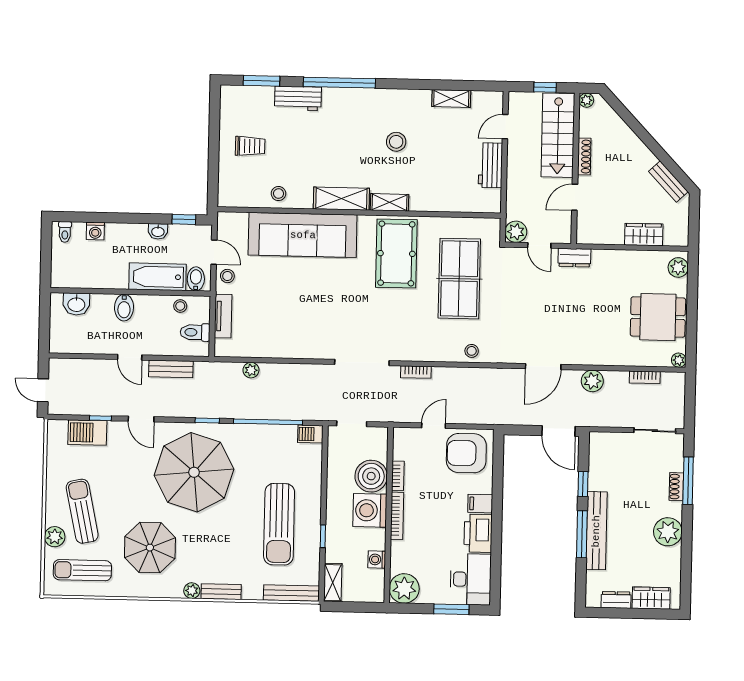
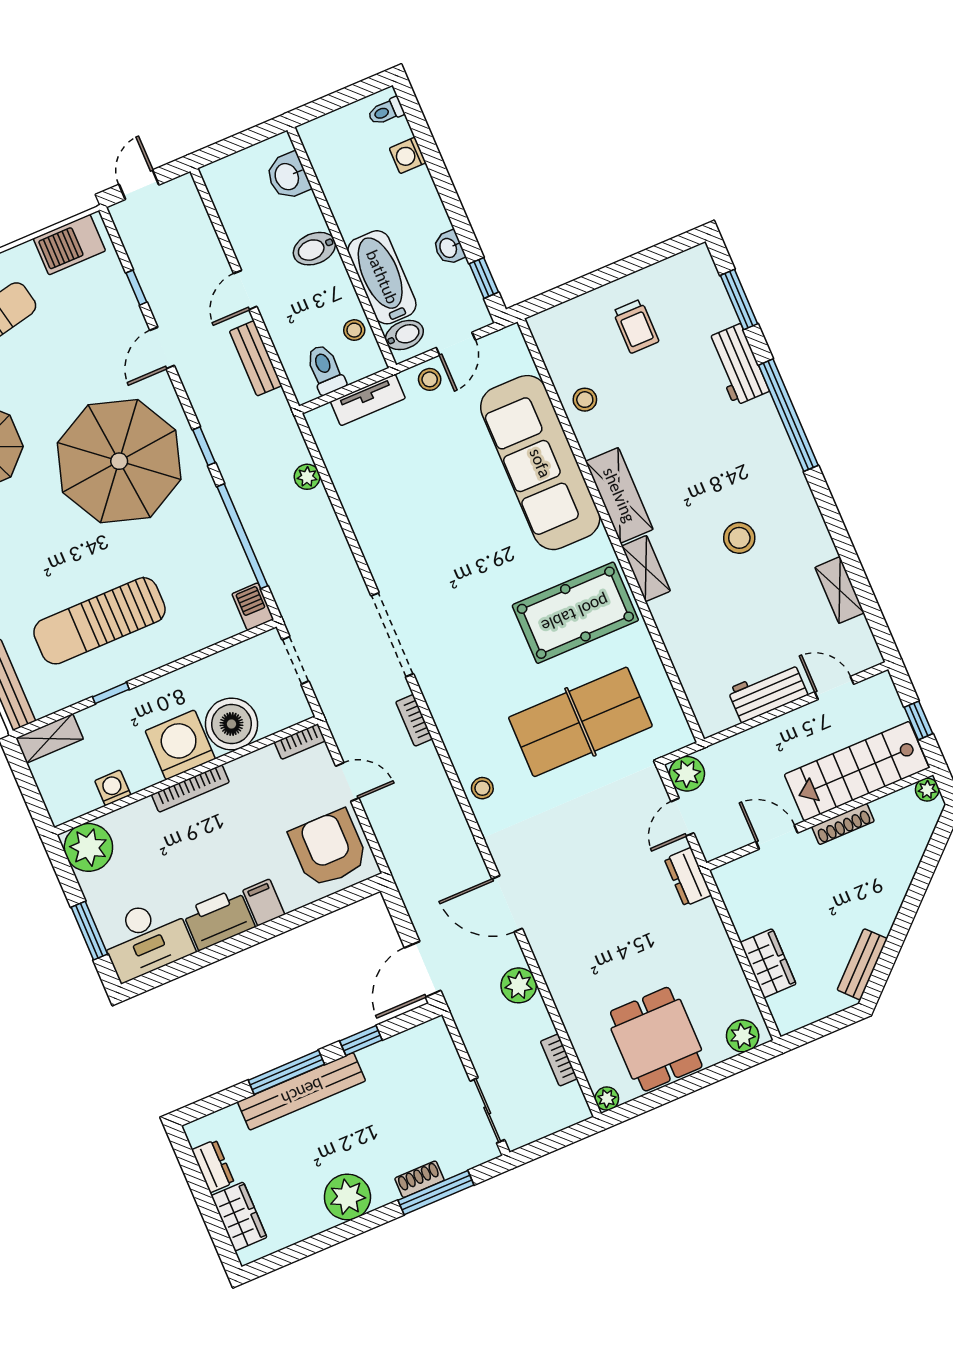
barbecue: (87, 433) -> (69, 245), moved, turned -90
bookcase: (398, 476) -> (300, 742), moved

